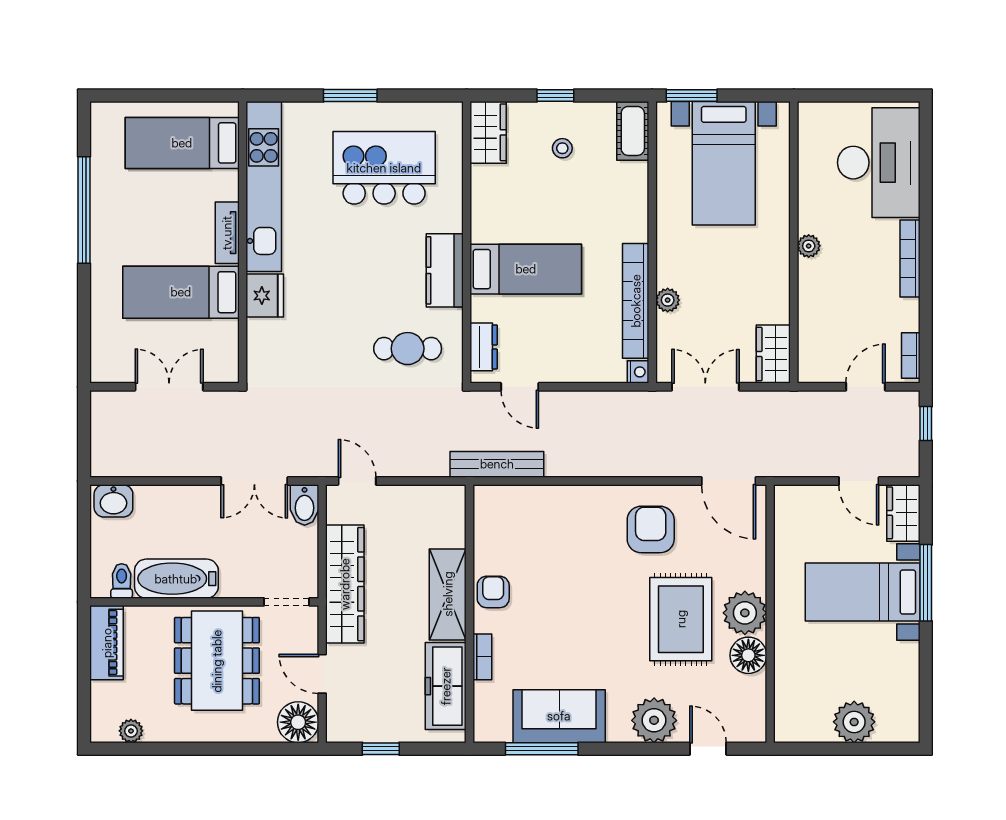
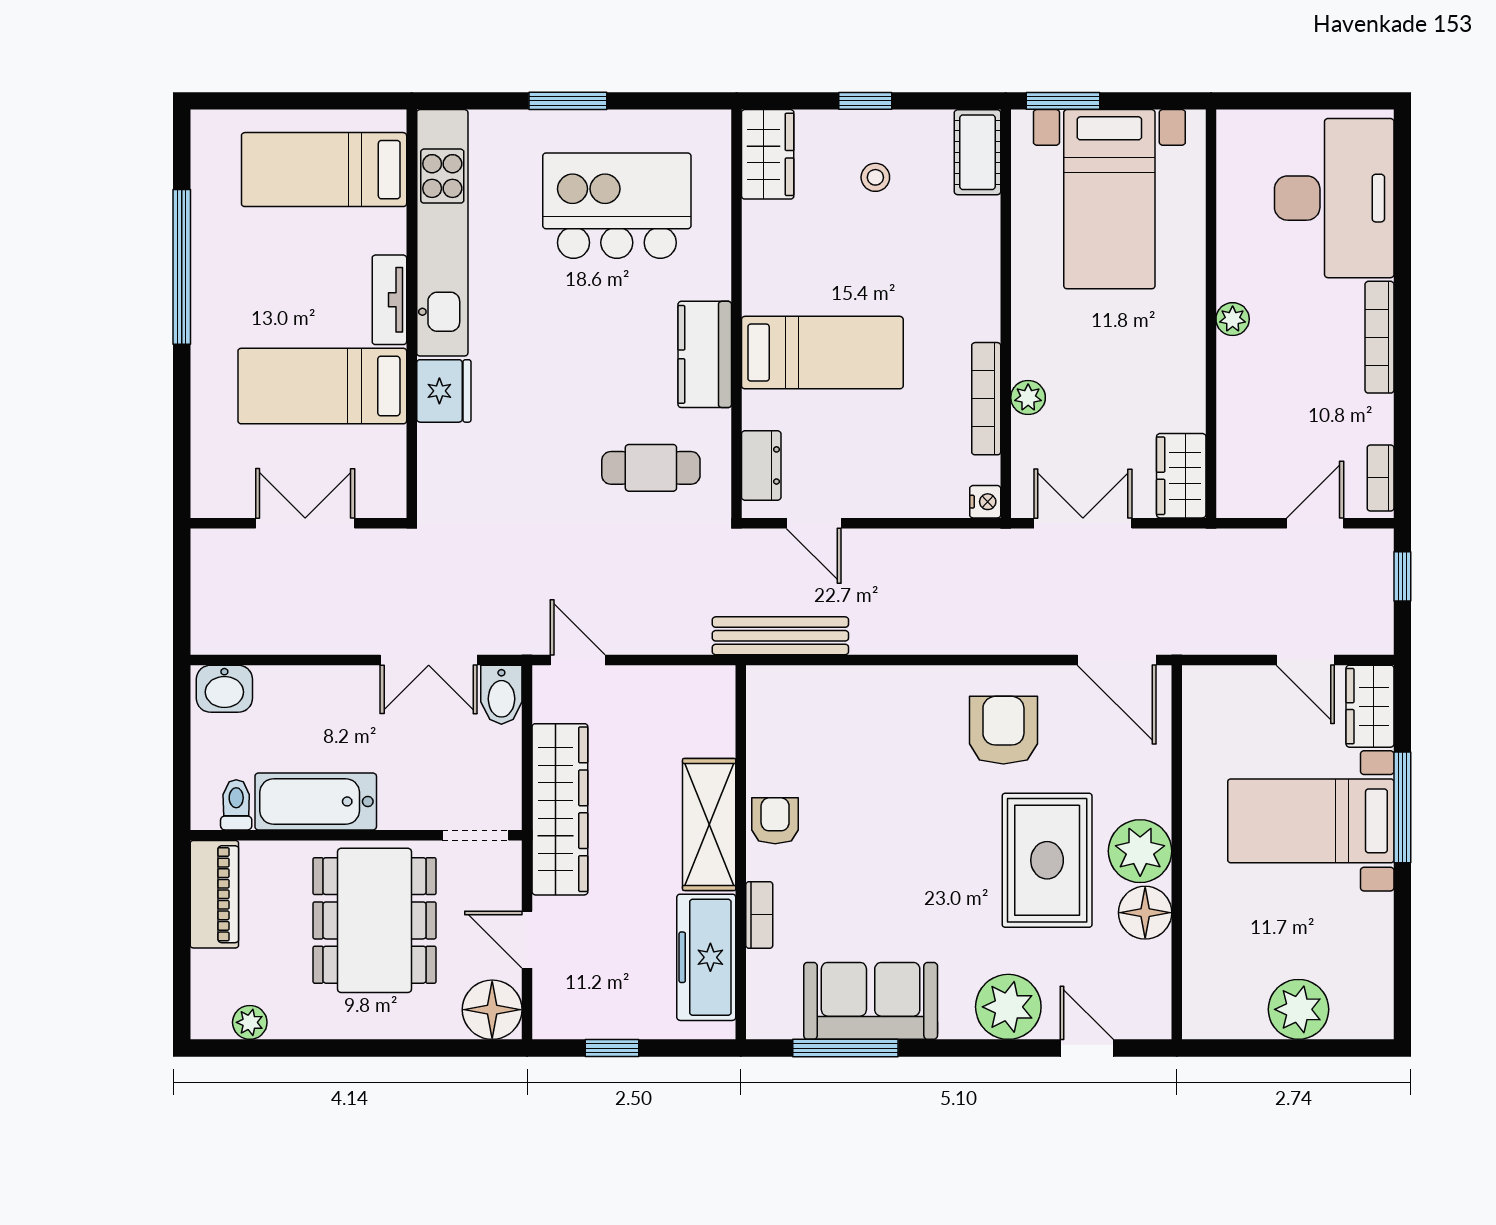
bookcase: (636, 301) -> (986, 399), width x0.68, depth x0.76

